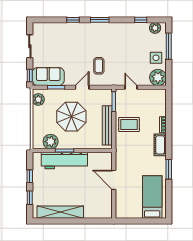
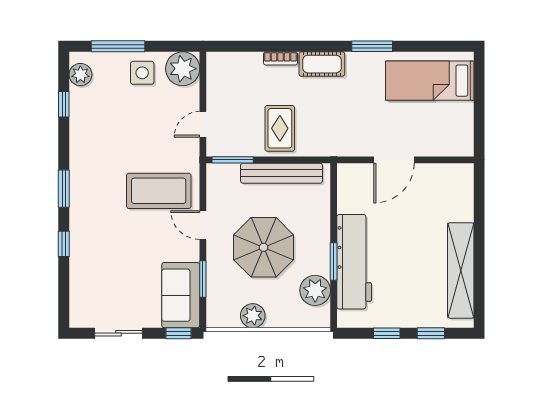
coffee table: (99, 66) -> (159, 191), width x1.86, depth x1.72
plant: (38, 100) -> (253, 316), moved

